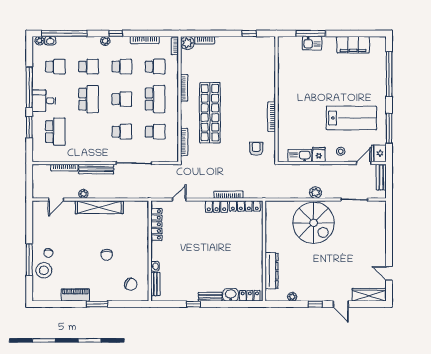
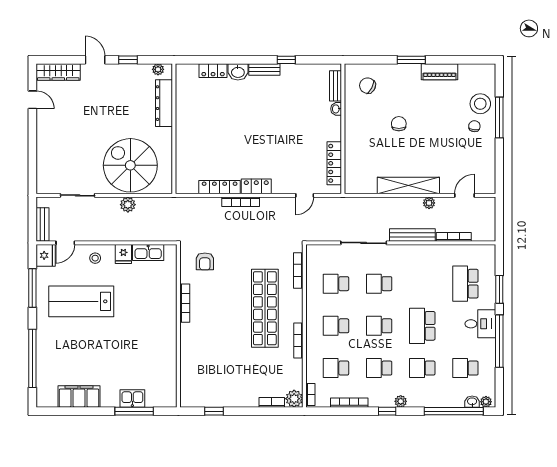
school desk: (155, 99) -> (336, 326), width x0.54
wall: (264, 251) -> (174, 129), moved
dresser: (272, 271) -> (164, 103), moved

